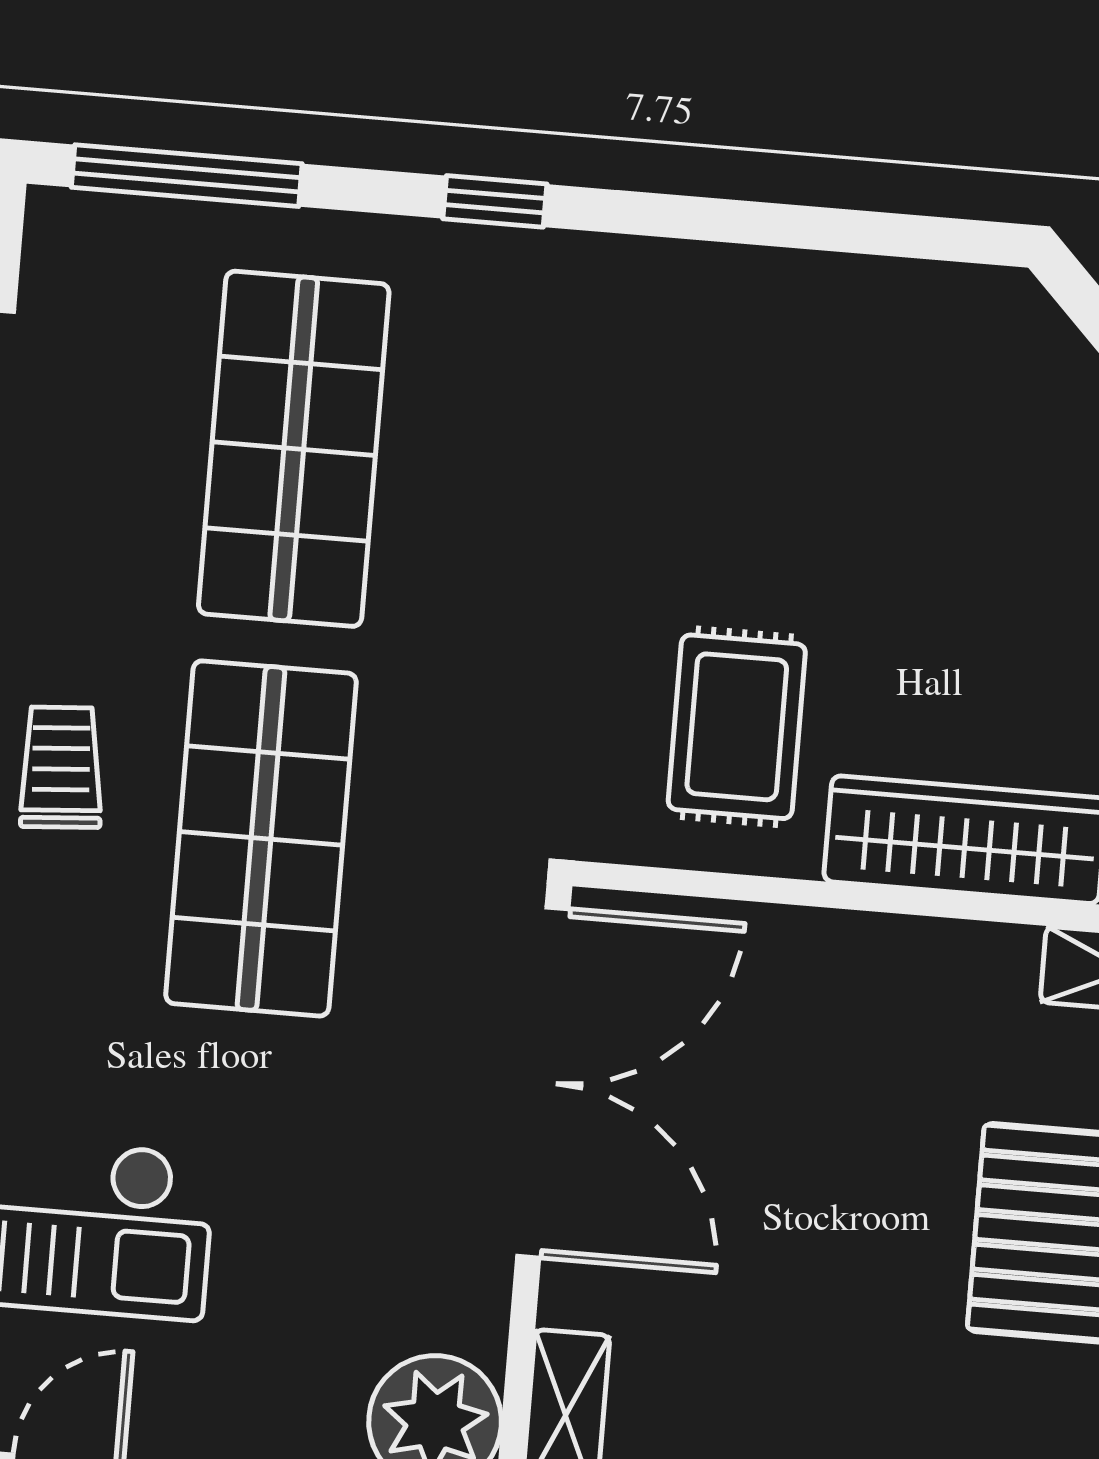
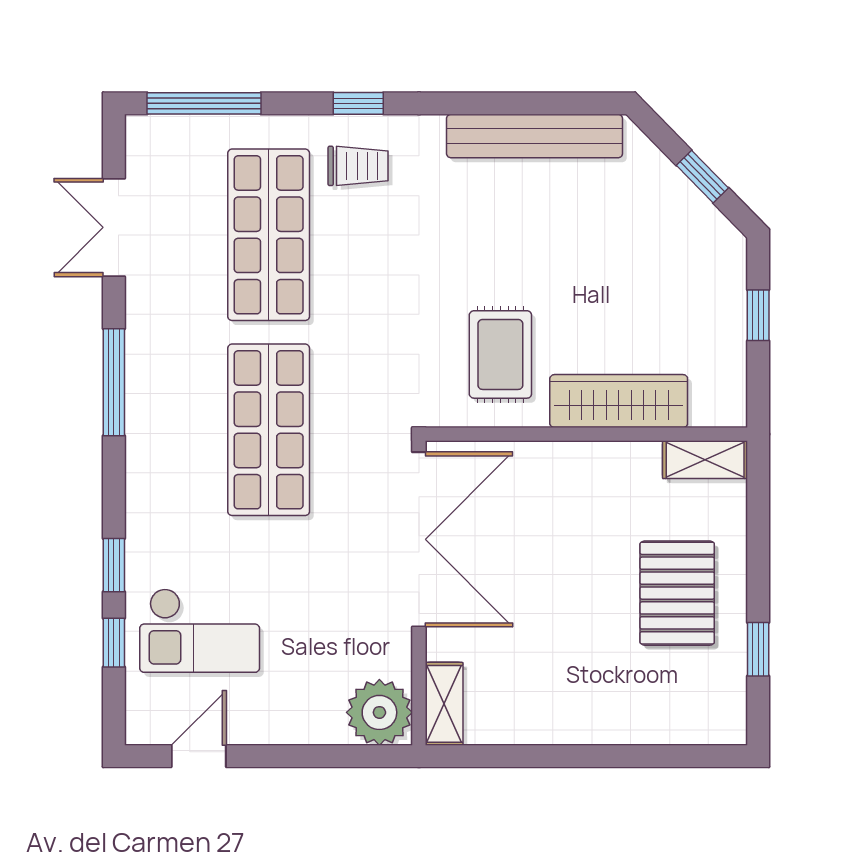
bench: (842, 296) -> (535, 136), added
trolley: (61, 767) -> (358, 166), moved, turned 94

